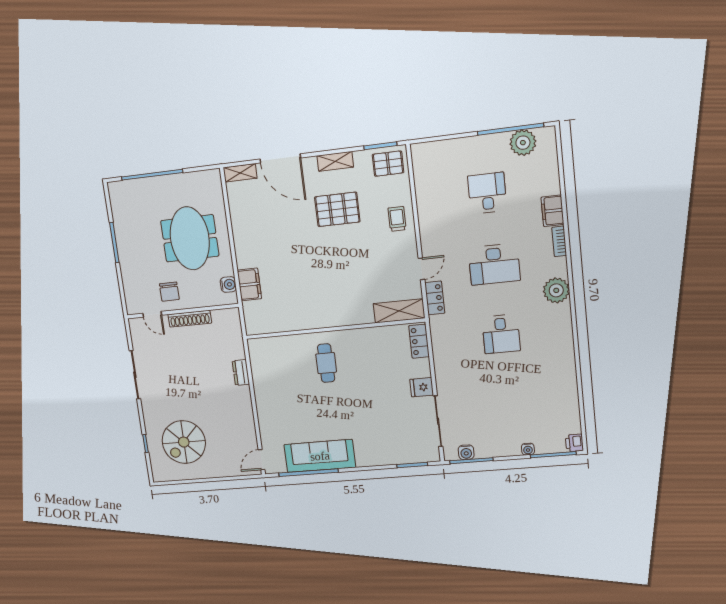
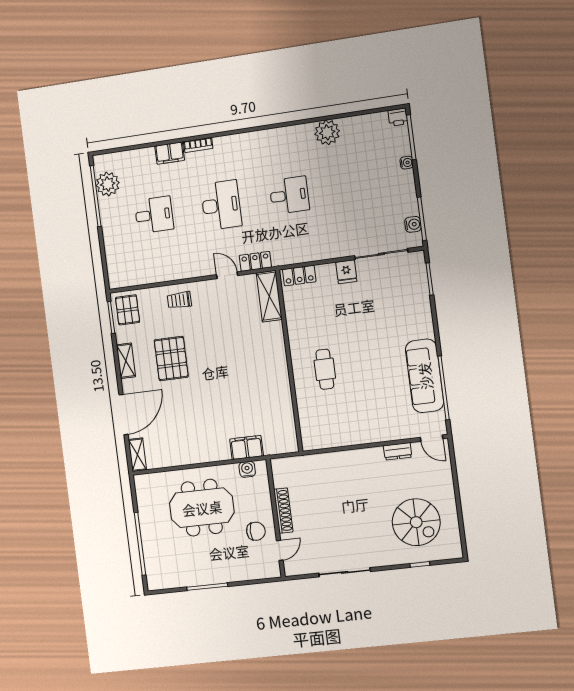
desk: (487, 193) -> (154, 215), turned 180
plant: (556, 290) -> (327, 132), moved
cafe table: (326, 363) -> (325, 369), turned 90
dresser: (241, 373) -> (398, 451), moved

